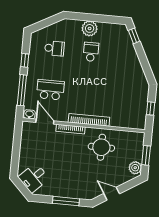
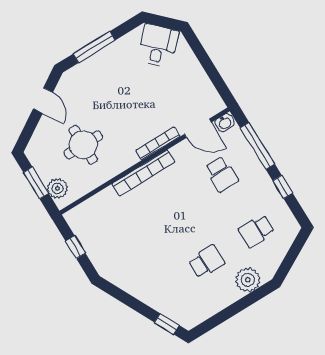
plant: (90, 28) -> (248, 280), moved
school desk: (91, 52) -> (207, 262), turned -90
school desk: (50, 90) -> (222, 174), width x0.54
round table: (101, 147) -> (83, 145), moved
plant: (135, 168) -> (58, 188), moved
door: (112, 194) -> (43, 101), hinge flipped

